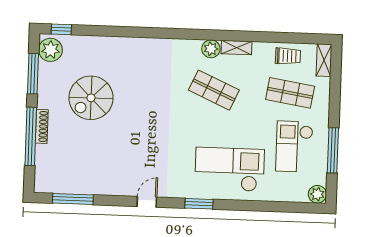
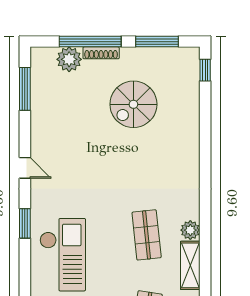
shelving: (236, 48) -> (190, 265), width x1.50, depth x1.33
plant: (50, 50) -> (69, 59), moved
shop shelf: (214, 90) -> (147, 235), turned -30
spiral stairs: (91, 98) -> (133, 104), turned -90

